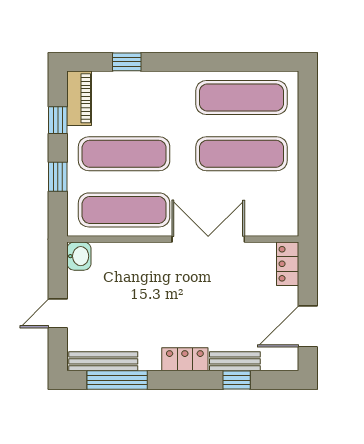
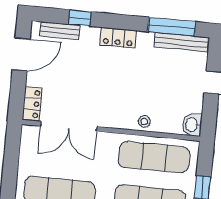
double door: (208, 239) -> (69, 126), moved
stool: (141, 255) -> (144, 121), added
bench: (235, 361) -> (60, 31), moved

